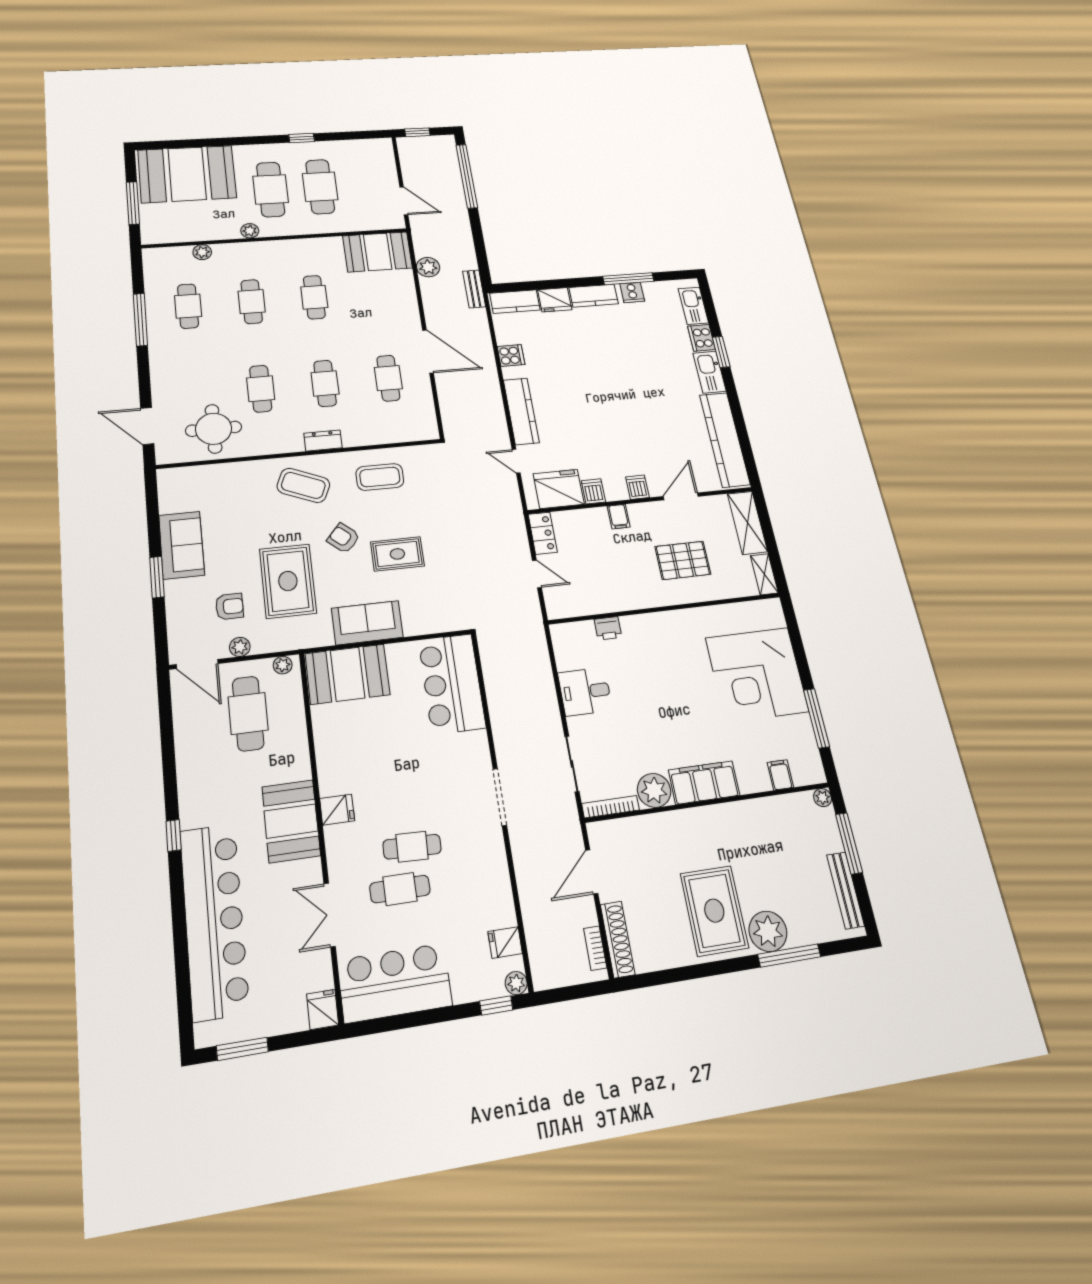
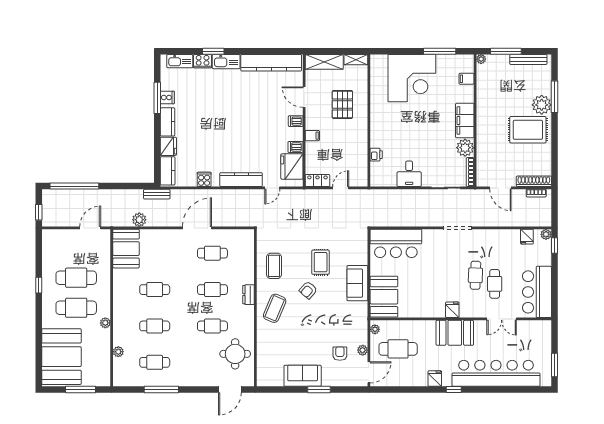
rug: (288, 581) -> (329, 322), removed
fridge: (323, 1010) -> (435, 379), moved, turned 90

